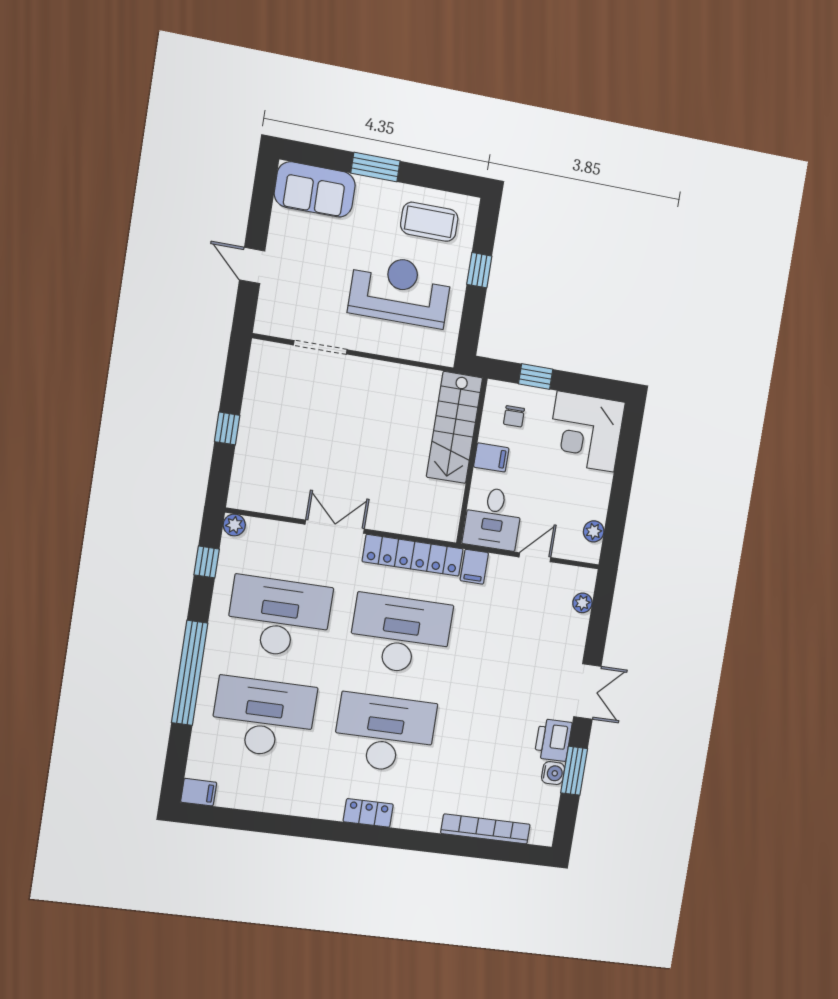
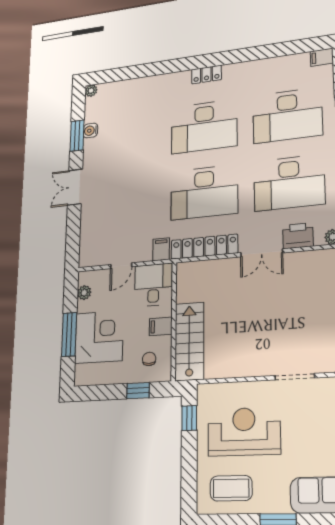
window: (479, 270) -> (189, 418), moved
reception desk: (400, 291) -> (244, 432), turned 180
corner desk: (586, 432) -> (99, 337), moved
window: (623, 477) -> (69, 334), added
plant: (582, 603) -> (91, 91), moved
printer: (553, 740) -> (298, 236), moved, turned -90
bookcase: (486, 829) -> (129, 85), removed

